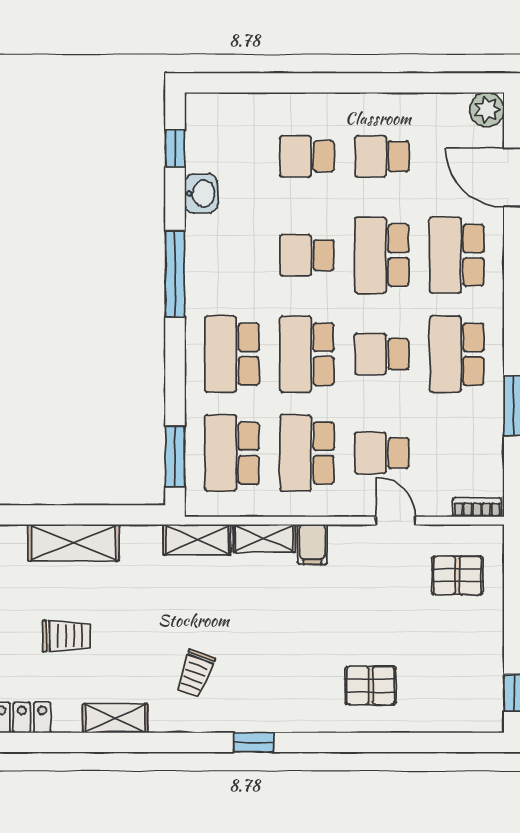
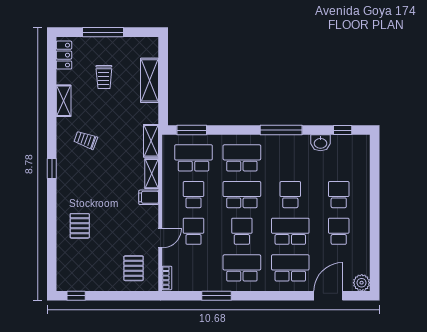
school desk: (307, 453) -> (193, 195), width x0.54

